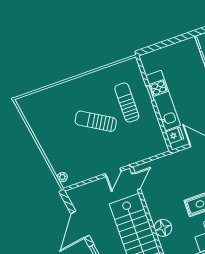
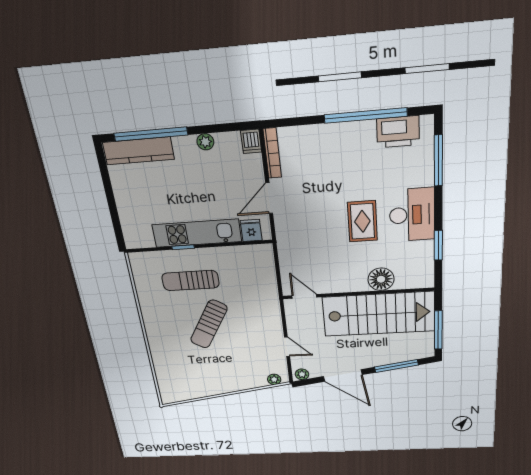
door: (113, 172) -> (287, 347), moved
plant: (73, 196) -> (302, 374), added

